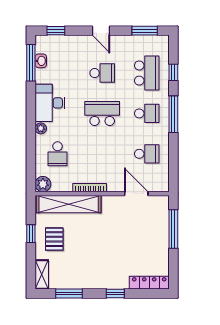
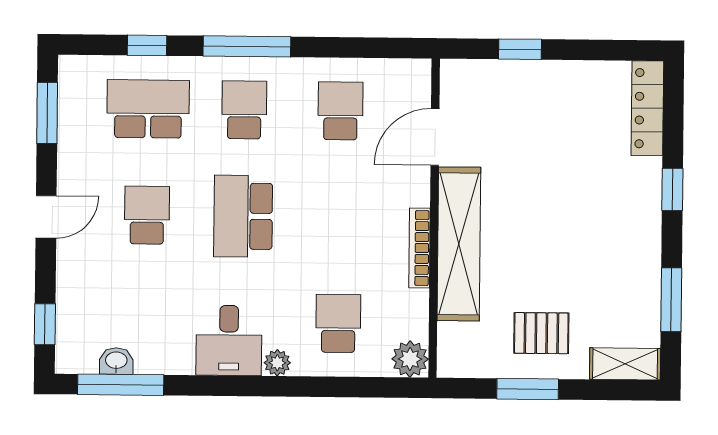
desk: (50, 103) -> (229, 340), width x0.73
school desk: (58, 154) -> (338, 323), turned -90
shelving: (69, 204) -> (459, 244), moved
window: (173, 229) -> (520, 49), width x0.46
window: (31, 234) -> (528, 389), width x1.50

